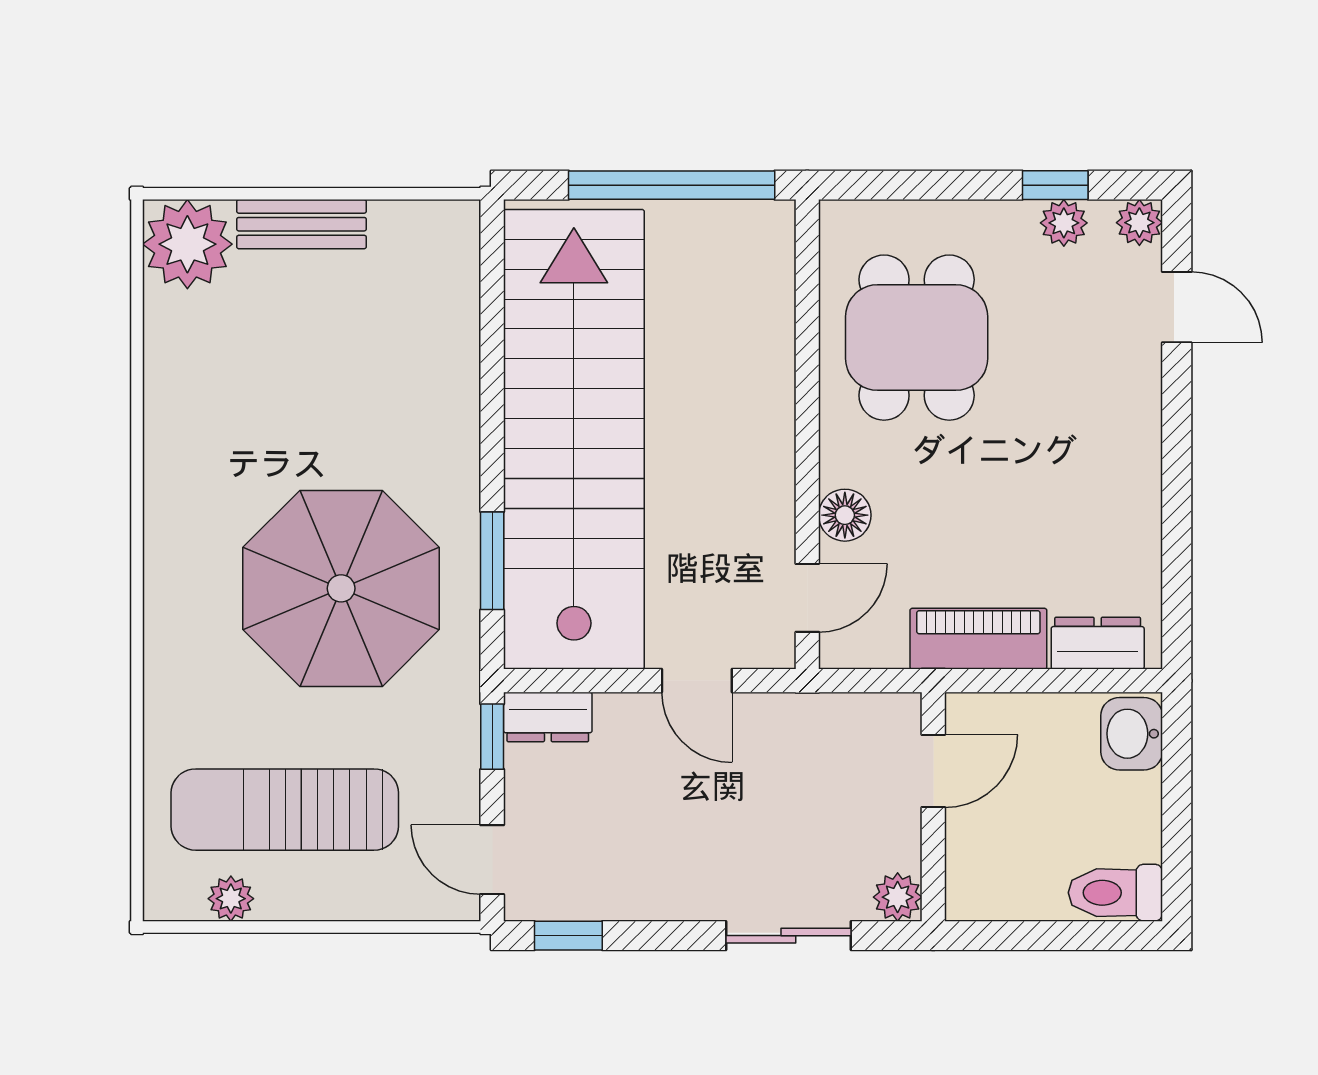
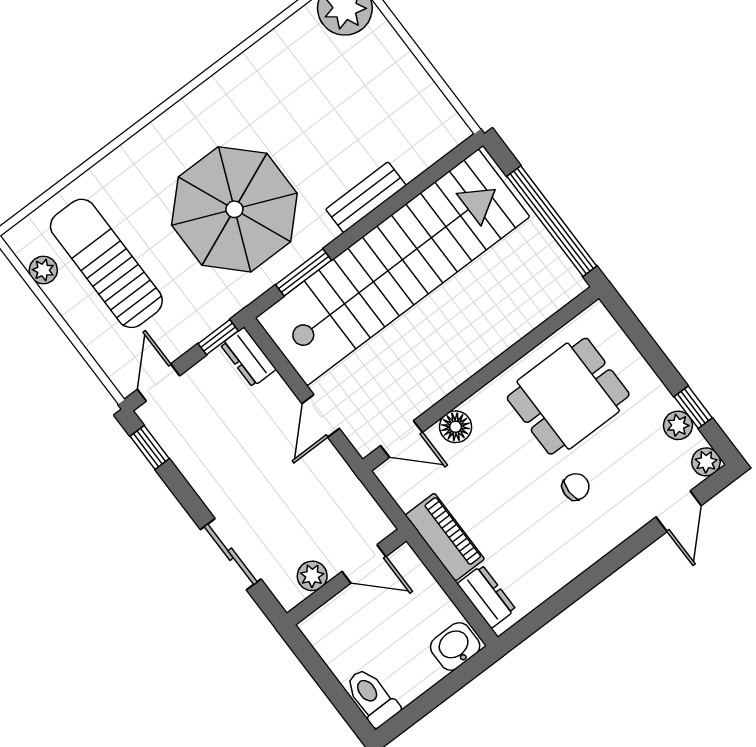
bench: (302, 224) -> (366, 197), moved, turned 90
chair: (1043, 418) -> (576, 487), added
plant: (898, 897) -> (312, 576), moved

